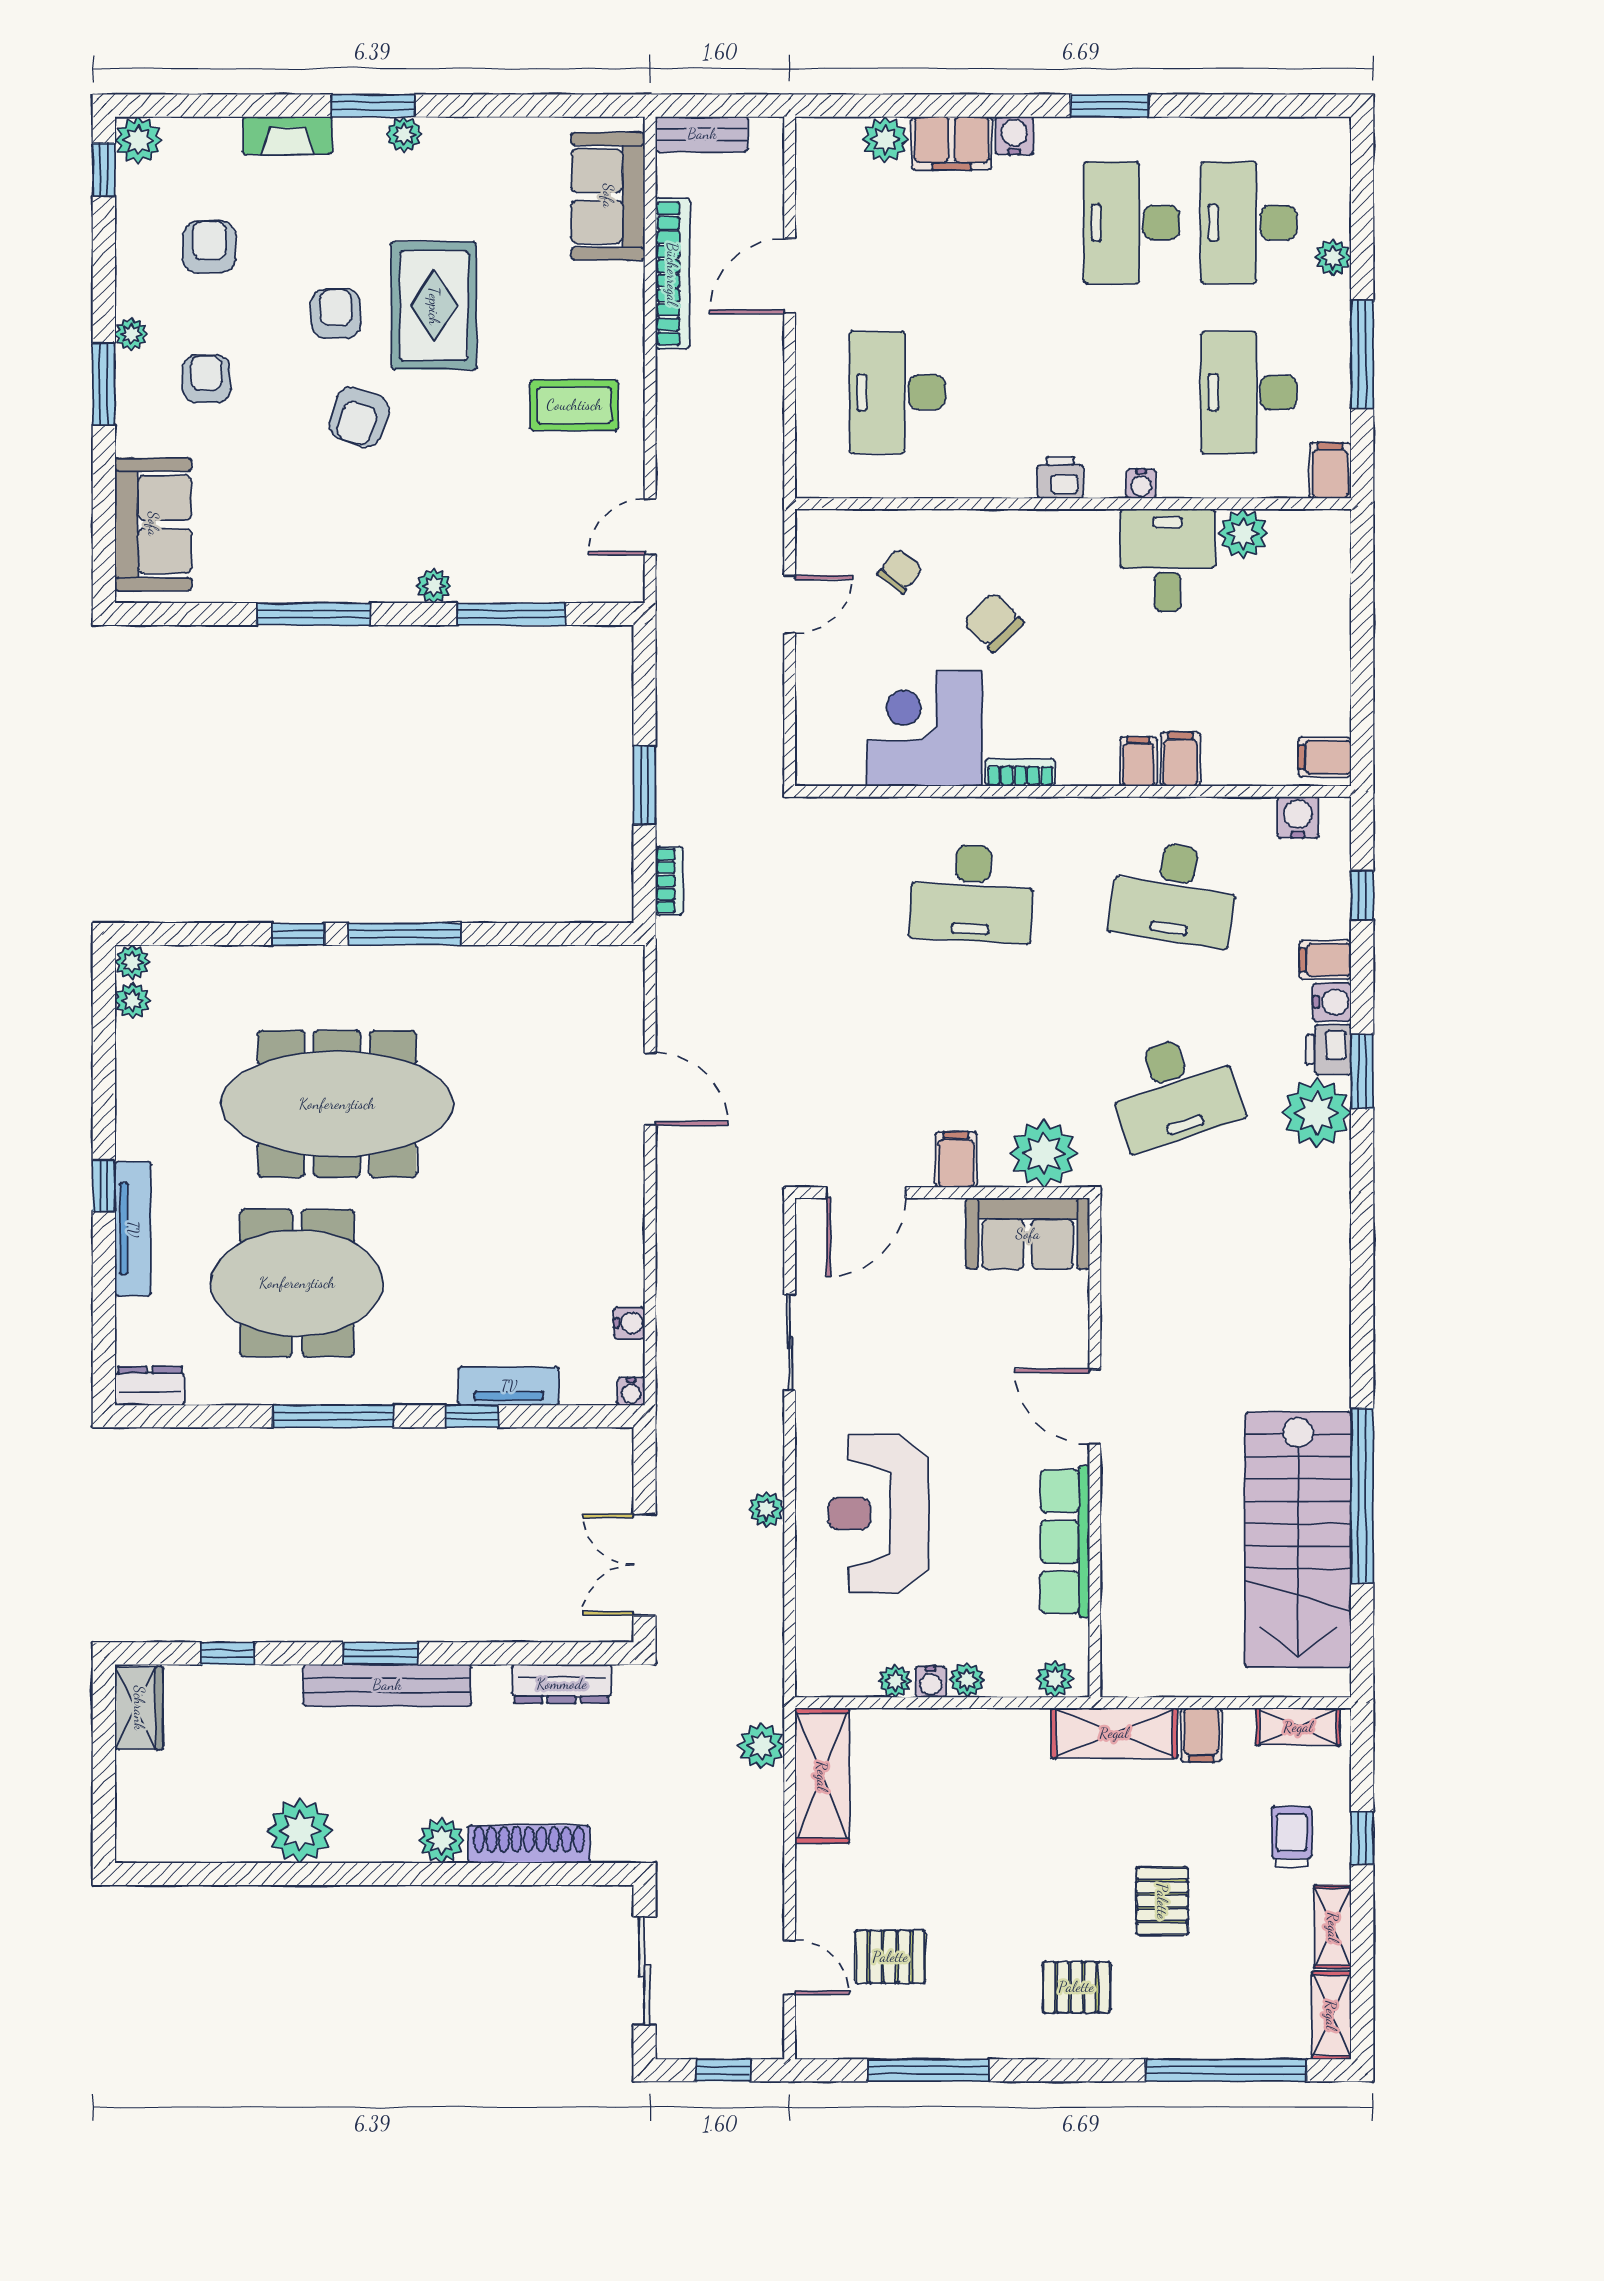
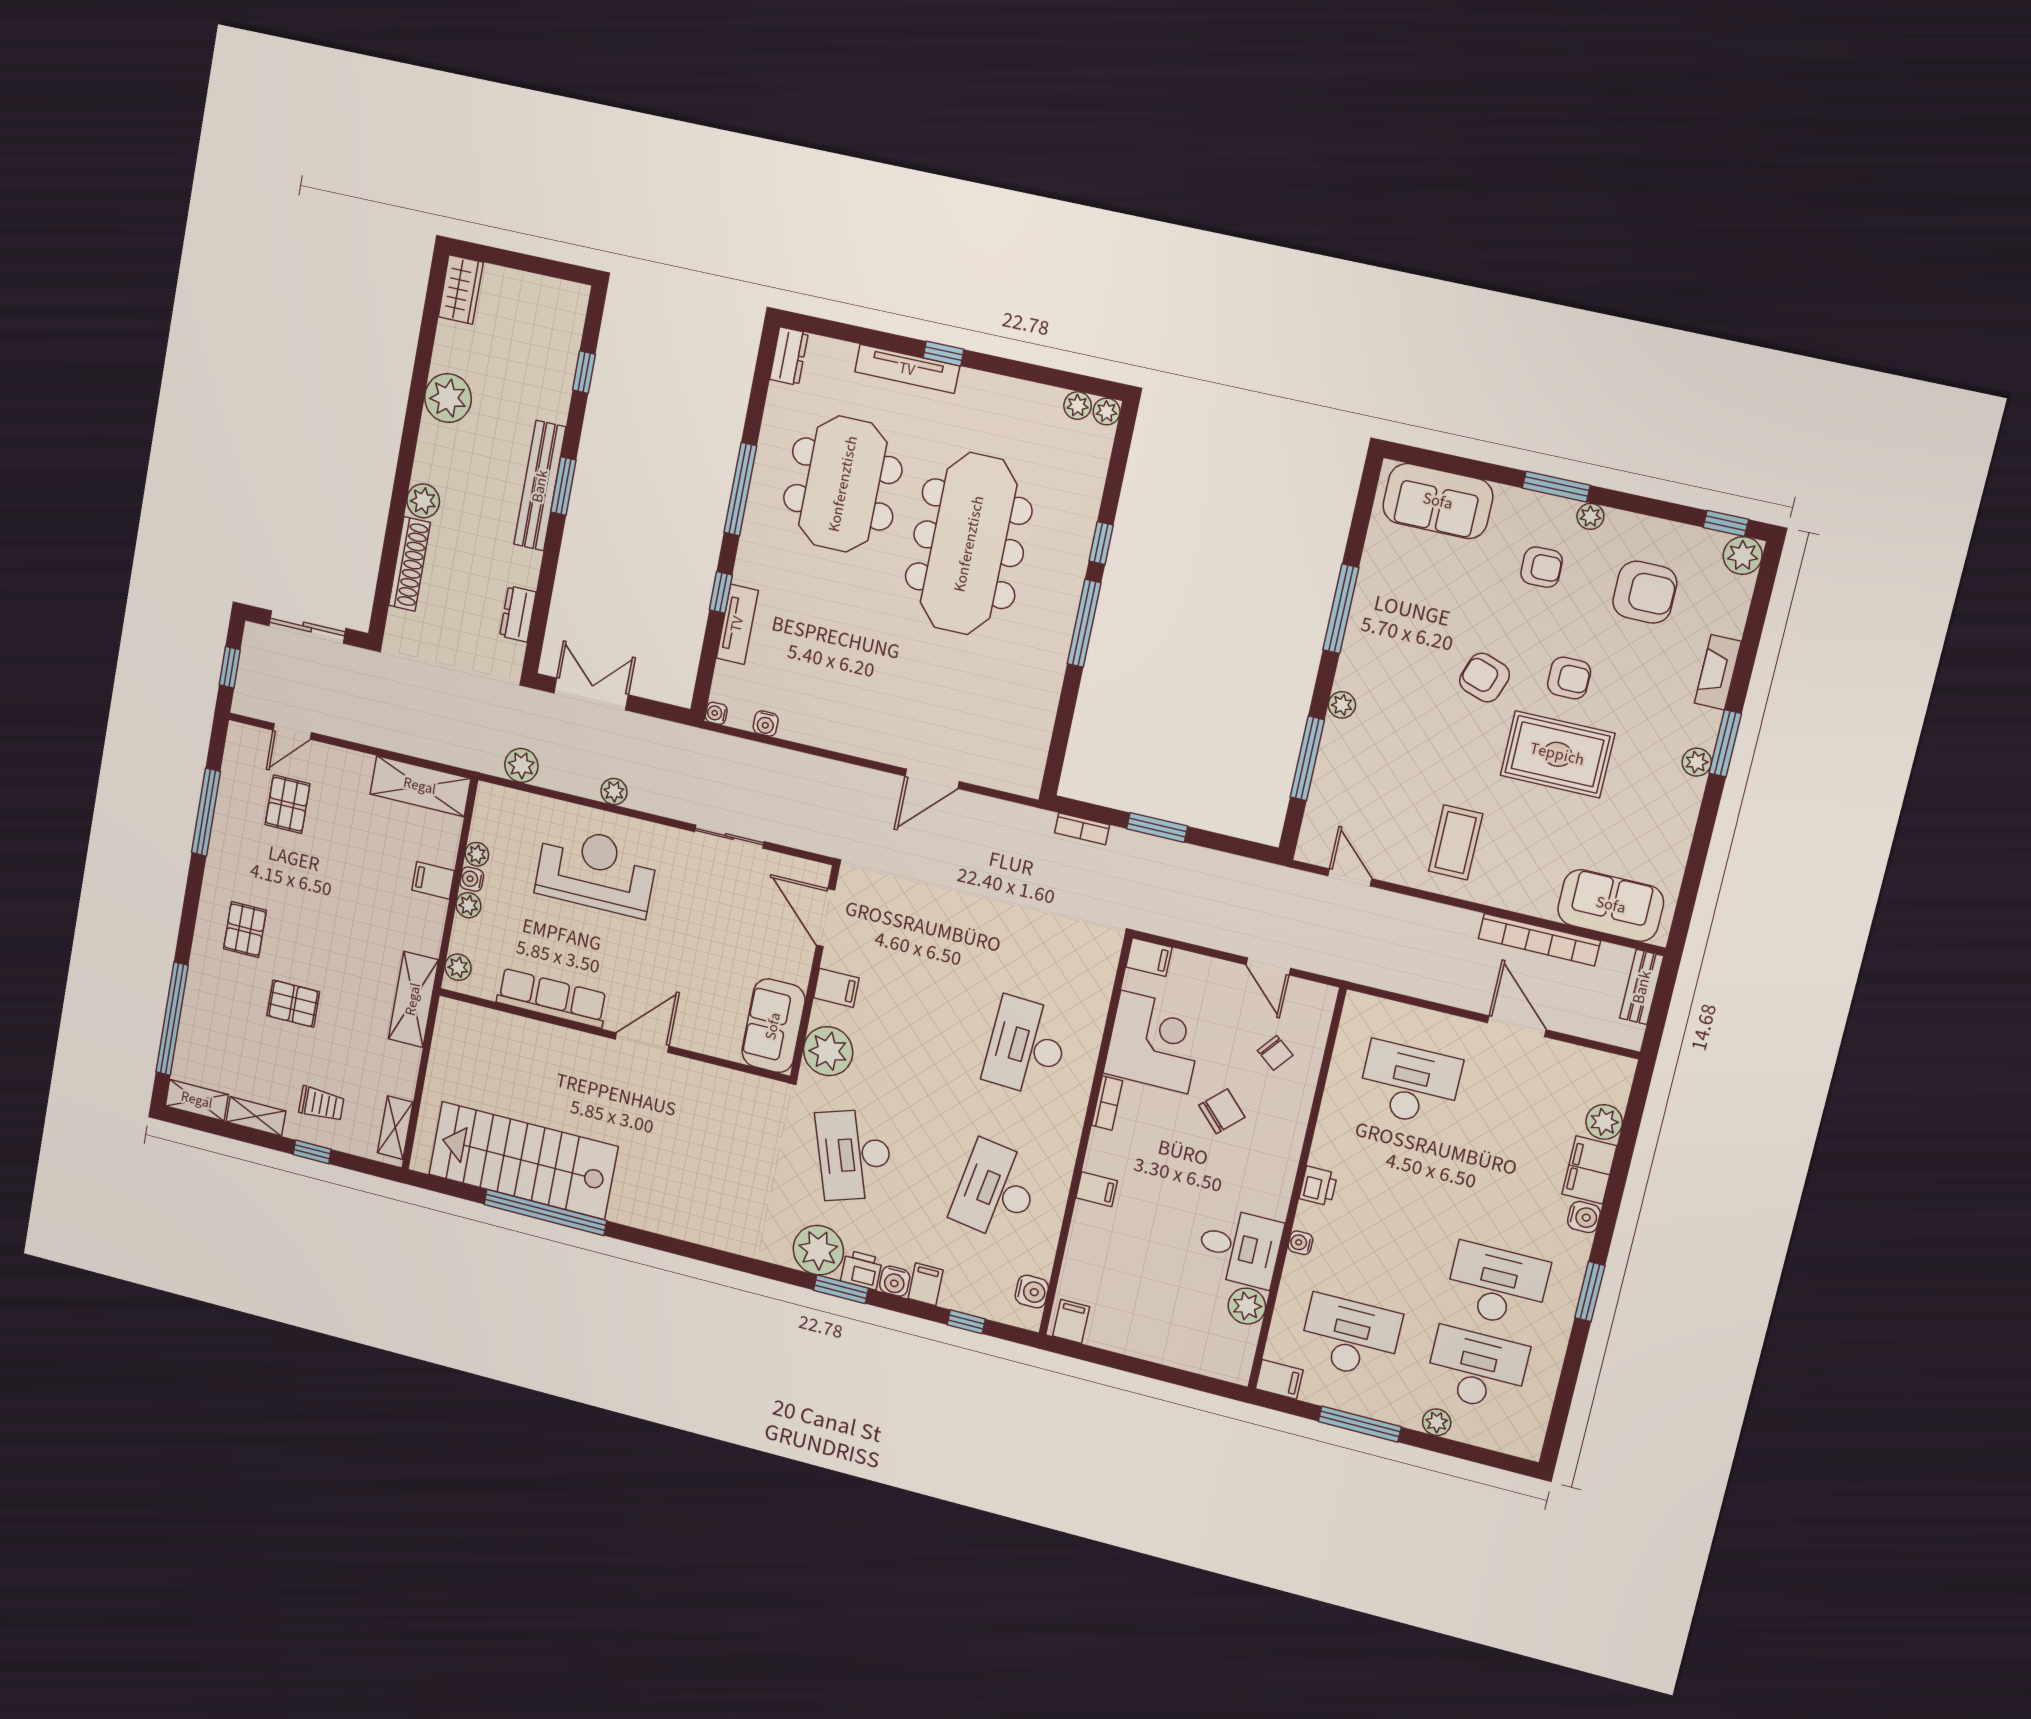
armchair: (209, 247) -> (1645, 592), width x1.38, depth x1.38
filing cabinet: (1180, 759) -> (1149, 957), moved
dresser: (562, 1684) -> (518, 614), width x0.70
wardrobe: (139, 1708) -> (461, 290), moved, turned -90
filing cabinet: (1201, 1735) -> (433, 880), moved
plant: (761, 1746) -> (521, 765), moved

